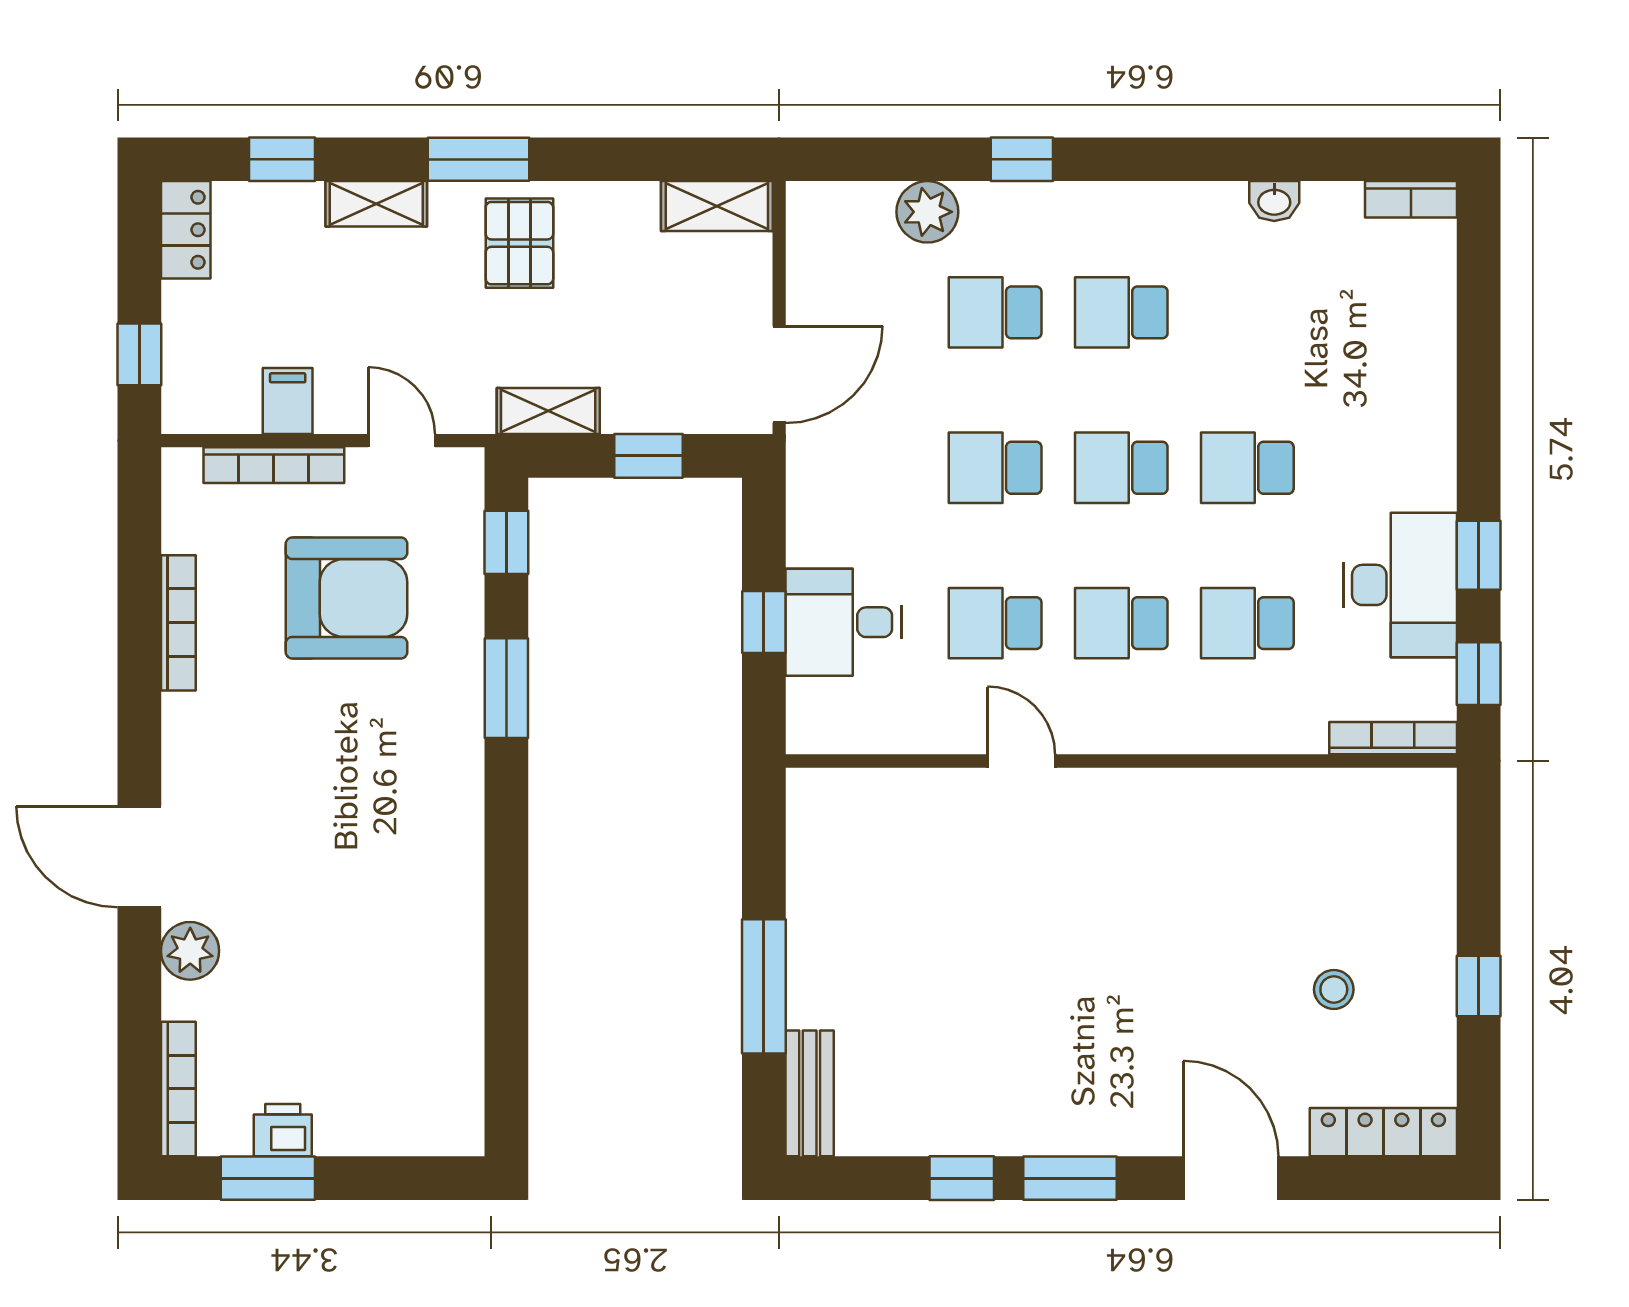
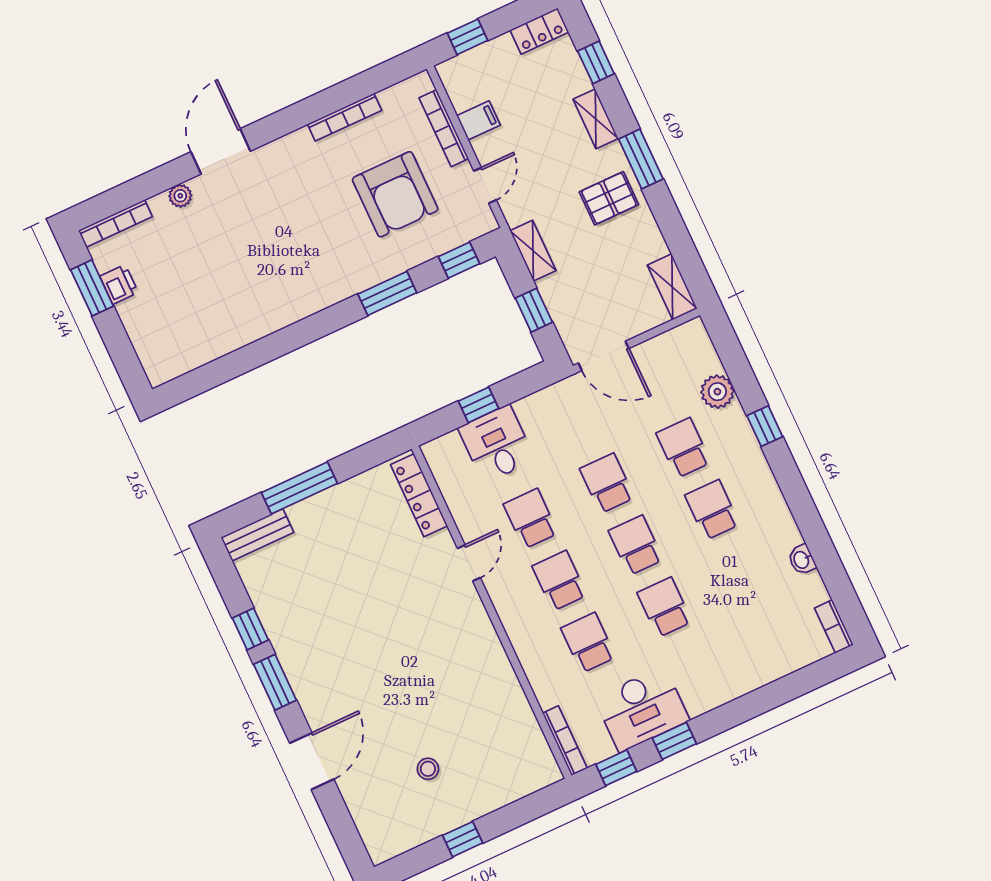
plant: (190, 951) -> (180, 196), width x0.73, depth x0.73
locker: (1383, 1132) -> (419, 495), moved, turned 180

